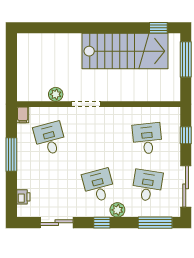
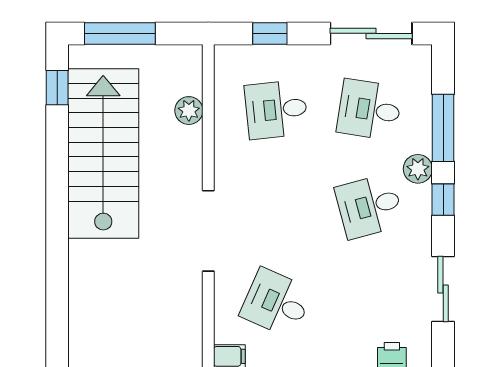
plant: (56, 94) -> (189, 111), moved
doorway: (86, 104) -> (208, 231), width x1.36
desk: (50, 139) -> (276, 303), turned 39
window: (155, 223) -> (443, 128), moved

